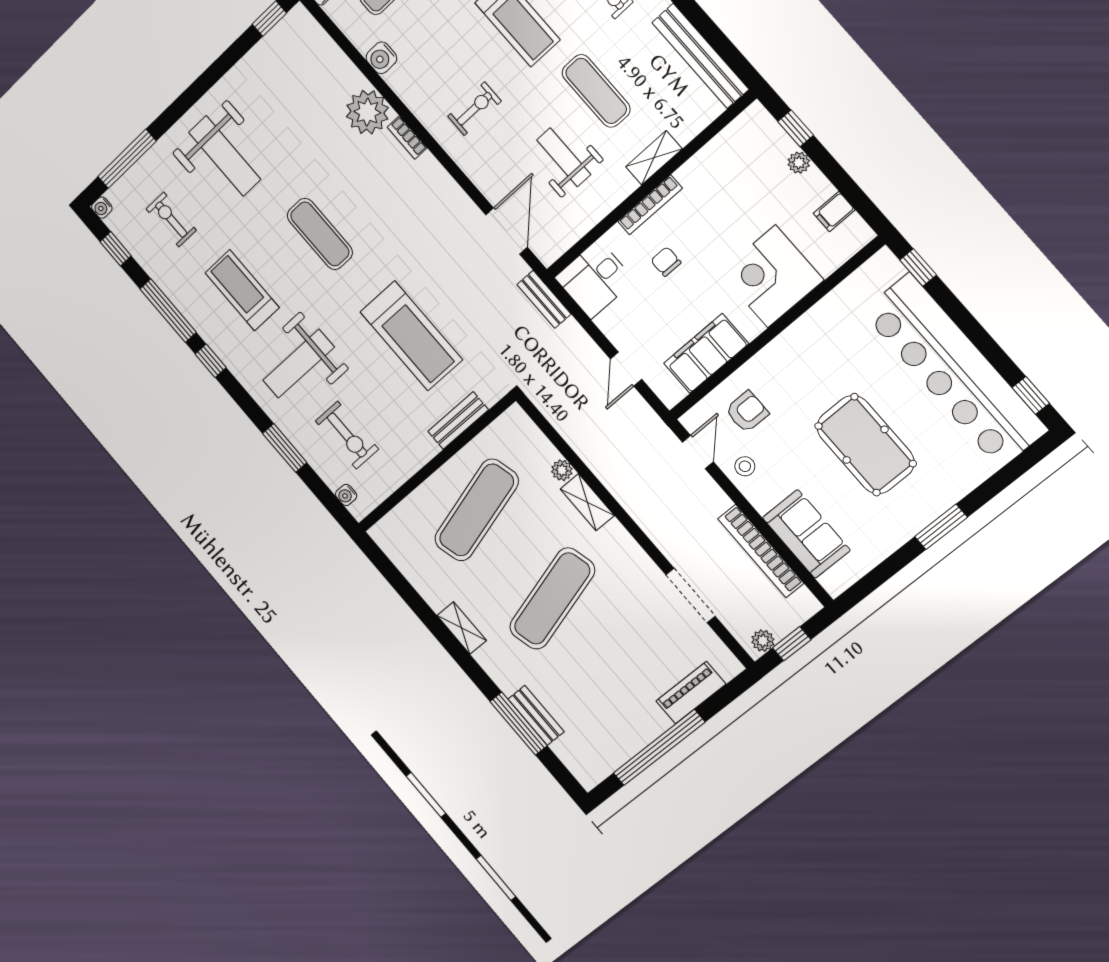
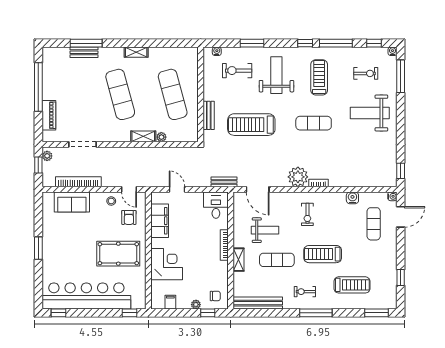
plant: (367, 112) -> (298, 177), moved
chair: (666, 262) -> (215, 296), moved
treadmill: (242, 290) -> (319, 77), turned -90
pool table: (865, 445) -> (118, 254), moved

